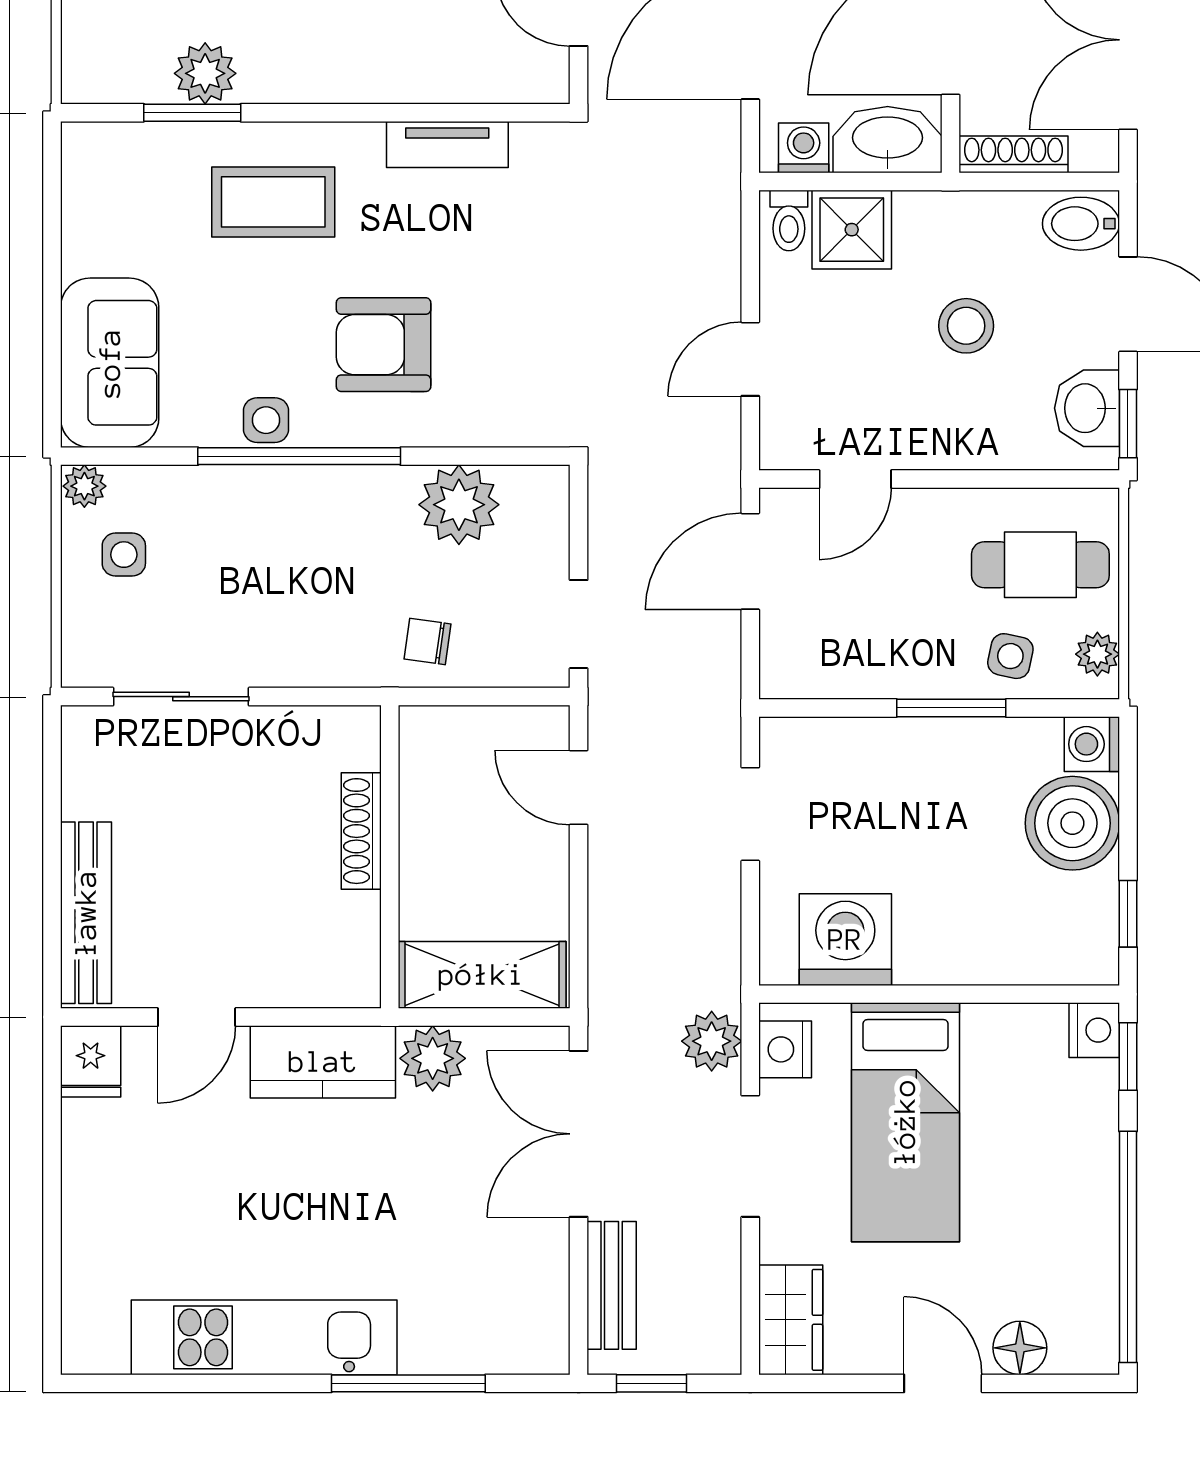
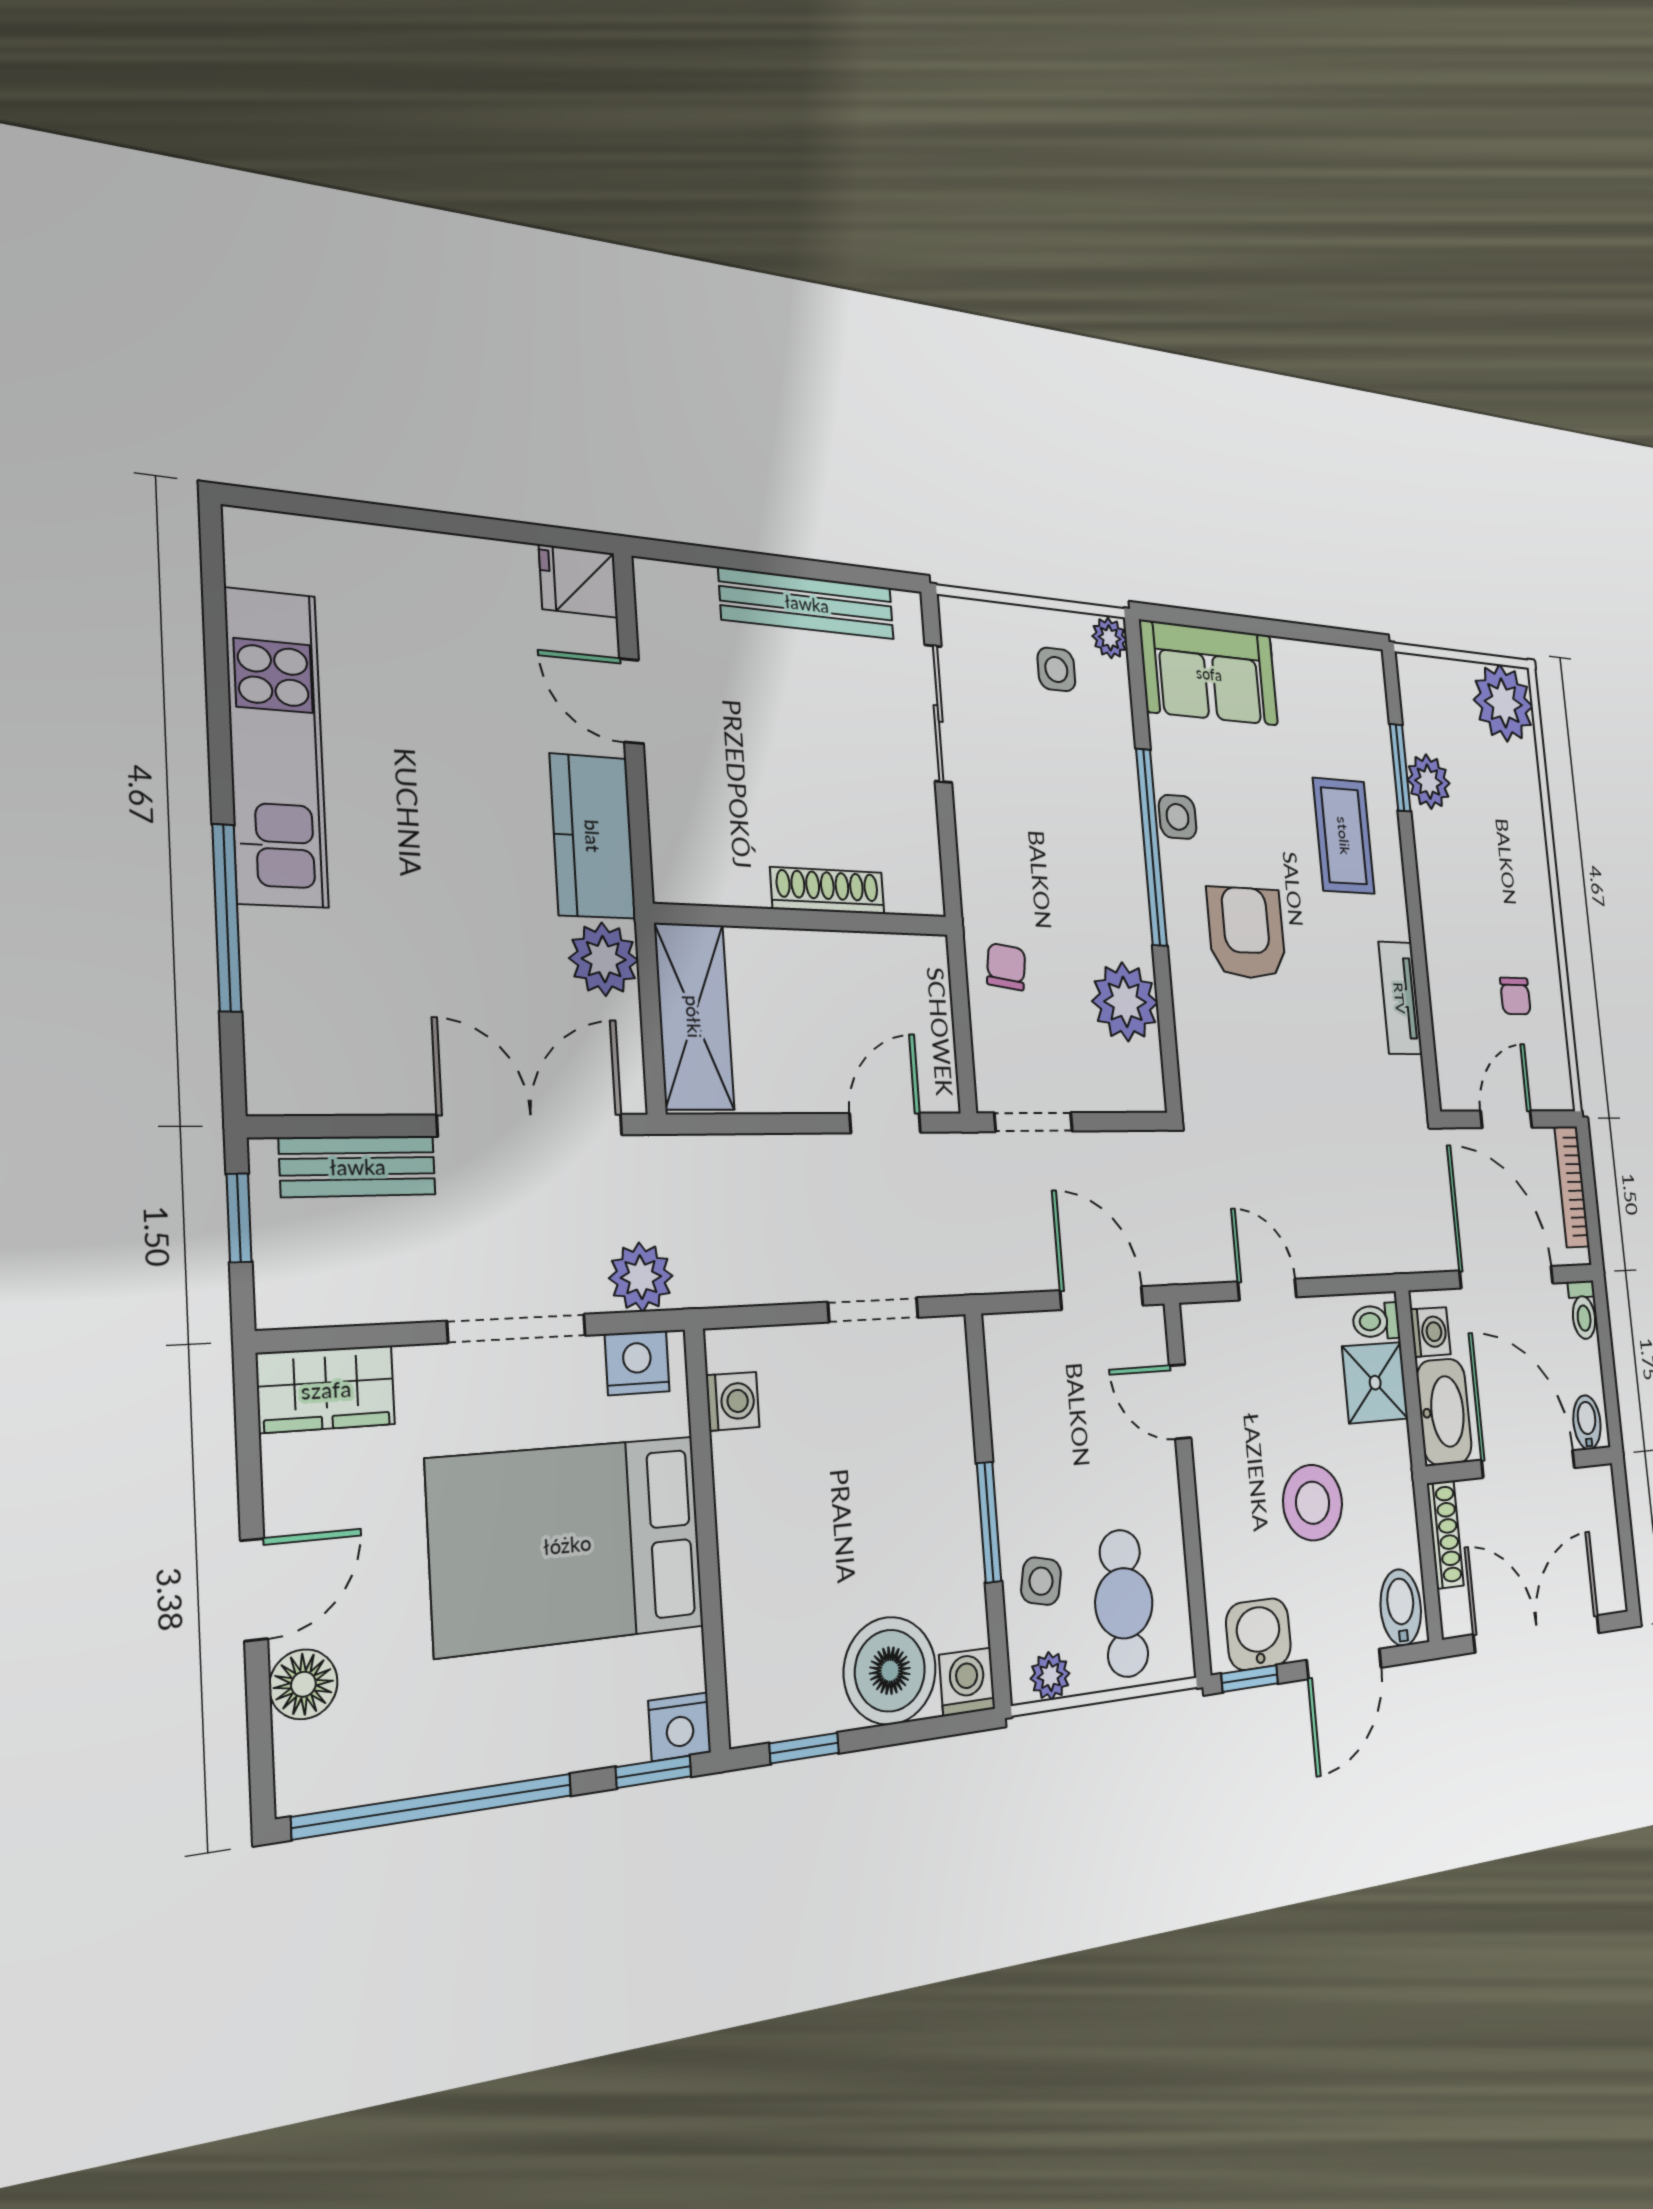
stool: (966, 326) -> (1313, 1503), width x1.38, depth x1.38
bench: (86, 913) -> (807, 603), moved
washing machine: (845, 940) -> (733, 1401), width x0.53, depth x0.53
bed: (905, 1122) -> (567, 1544), width x1.50

